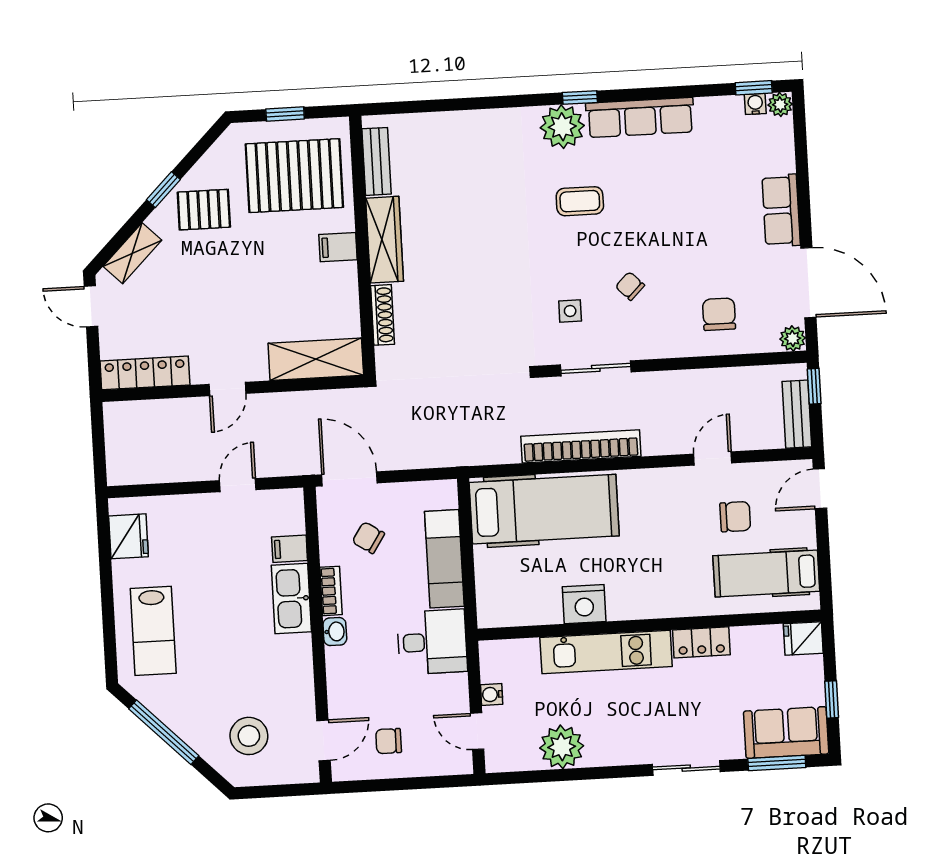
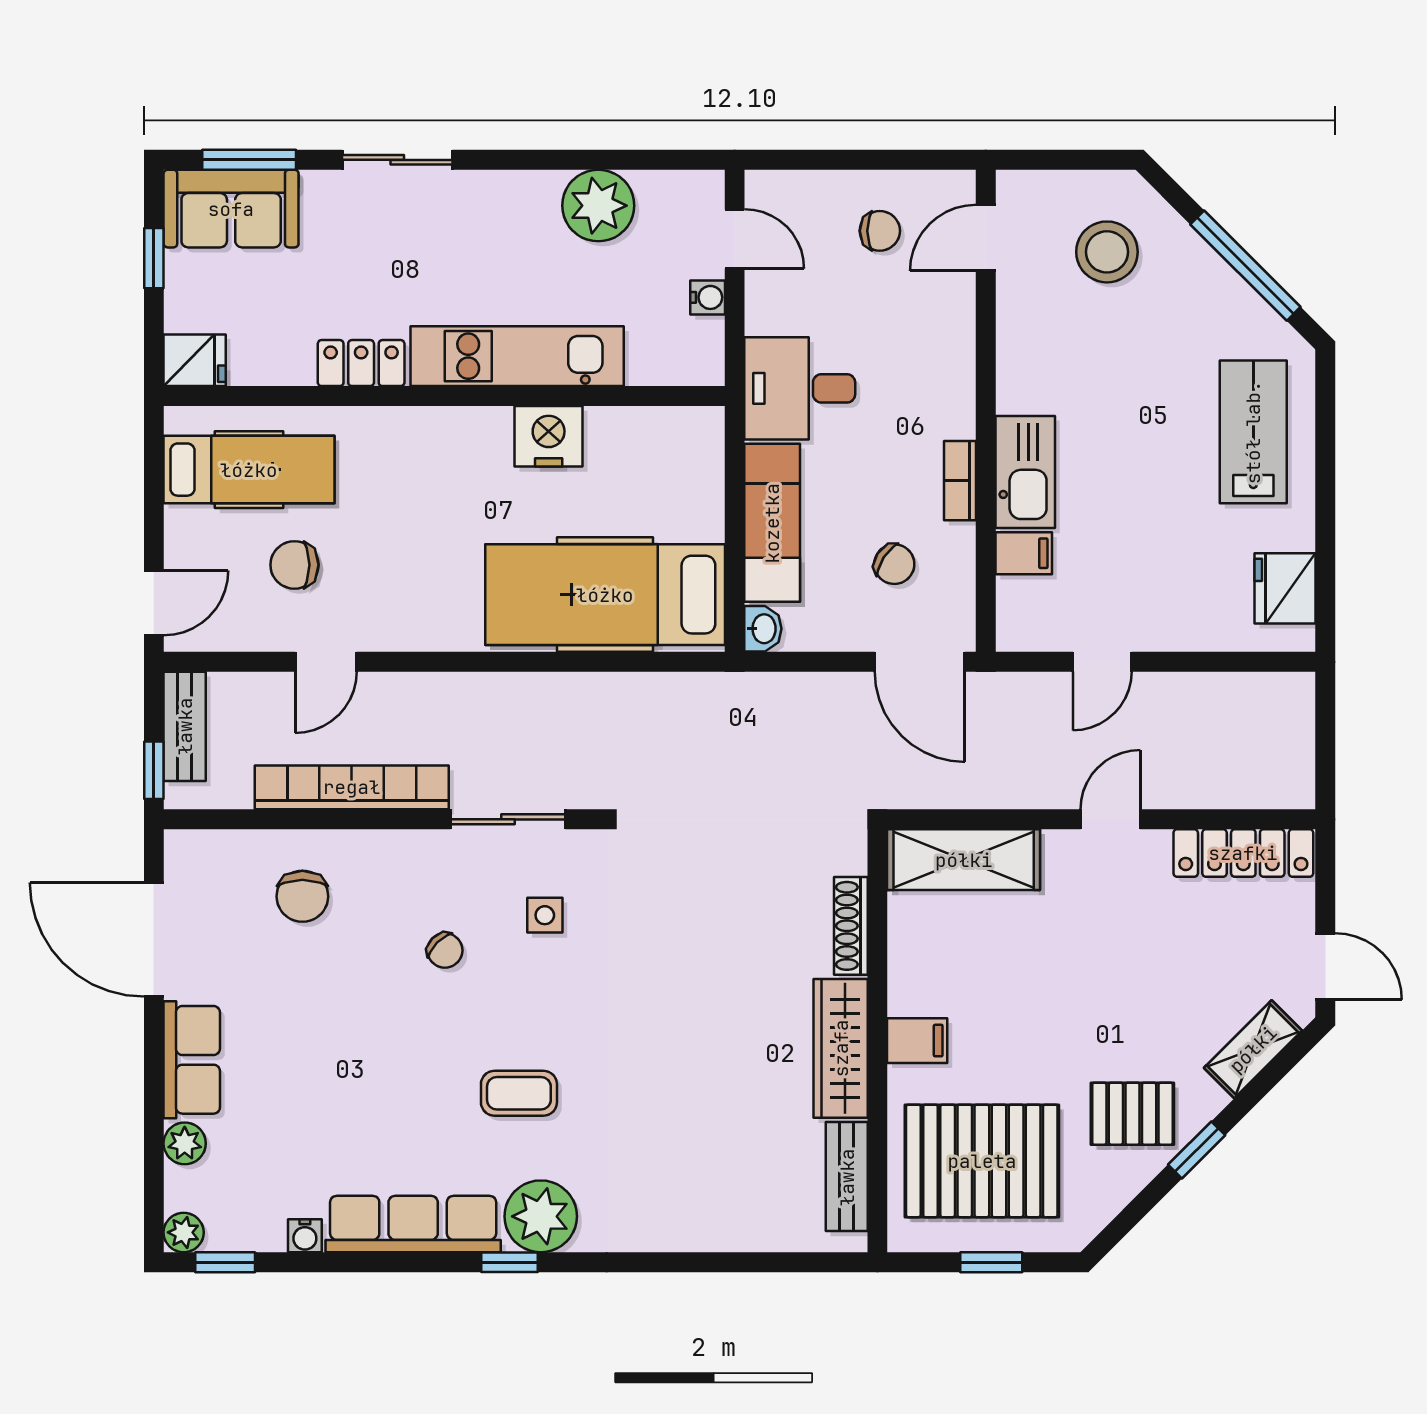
water cooler: (755, 104) -> (305, 1236), moved
plant: (793, 338) -> (185, 1143), moved
bookcase: (581, 446) -> (352, 787), moved, turned 180
washbasin: (335, 632) -> (763, 629), moved, turned 180

